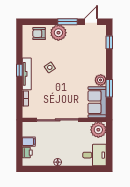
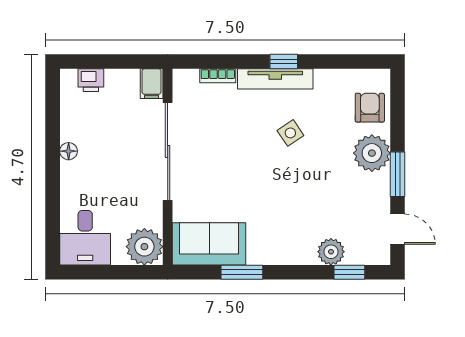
plant: (101, 80) -> (331, 252), moved
filing cabinet: (29, 142) -> (152, 84), moved

